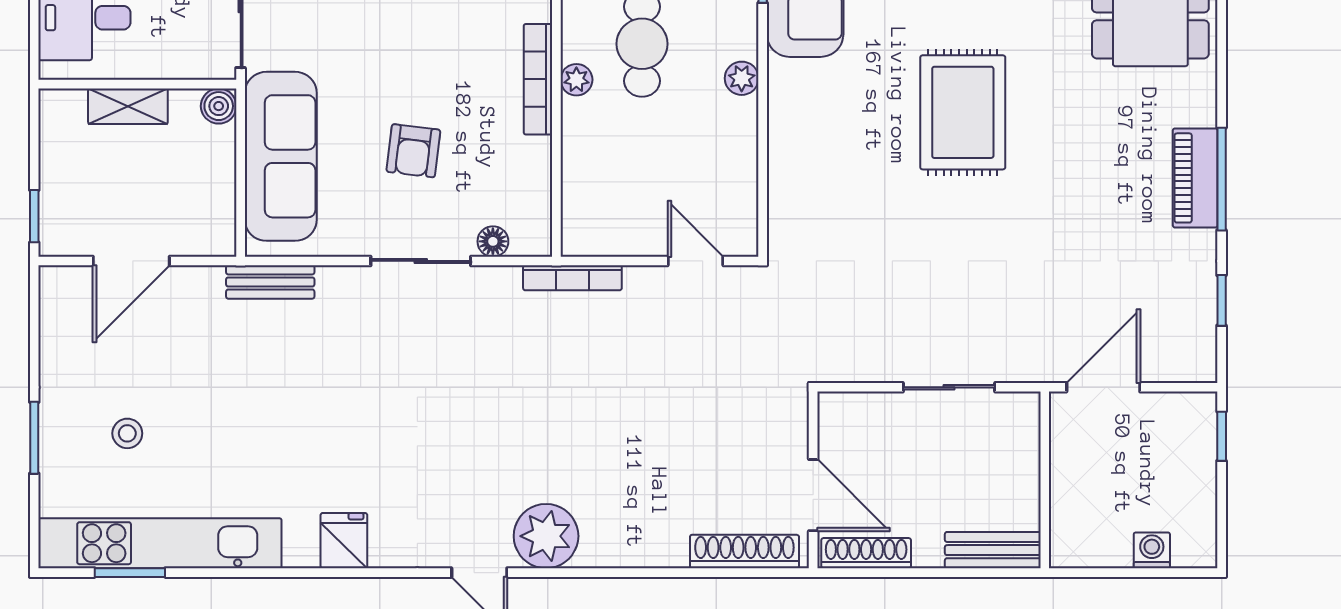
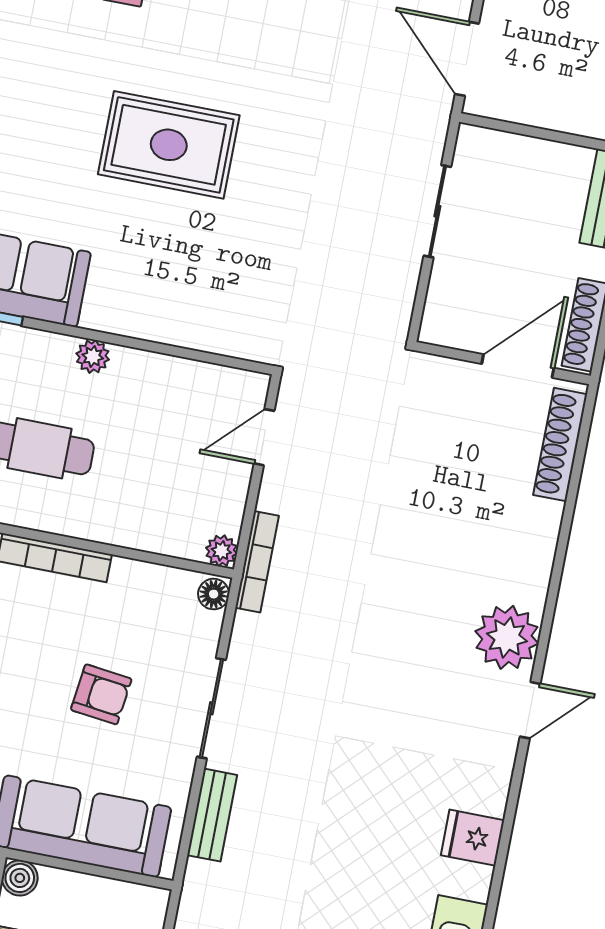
plant: (576, 80) -> (221, 551), moved
floor lamp: (493, 241) -> (214, 594), moved
bench: (270, 282) -> (212, 815), moved

